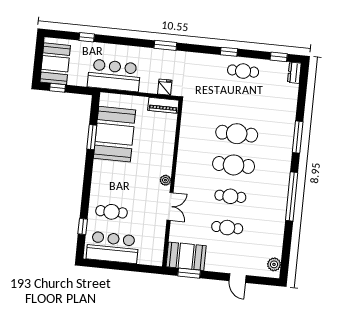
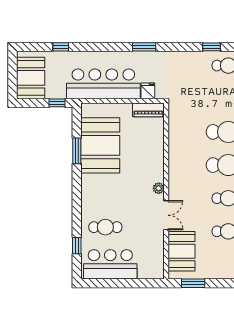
bar counter: (114, 75) -> (103, 84), width x1.36
window: (57, 88) -> (57, 103), moved
booth: (186, 256) -> (182, 251), moved, turned 90

